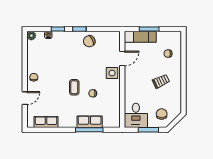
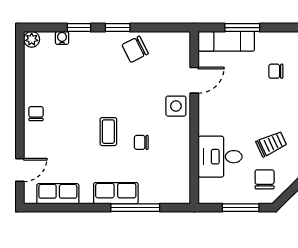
trolley: (161, 81) -> (271, 144), moved
door: (25, 98) -> (20, 170), moved
desk: (136, 115) -> (220, 157), moved, turned 90
row of seats: (90, 122) -> (116, 193), moved

